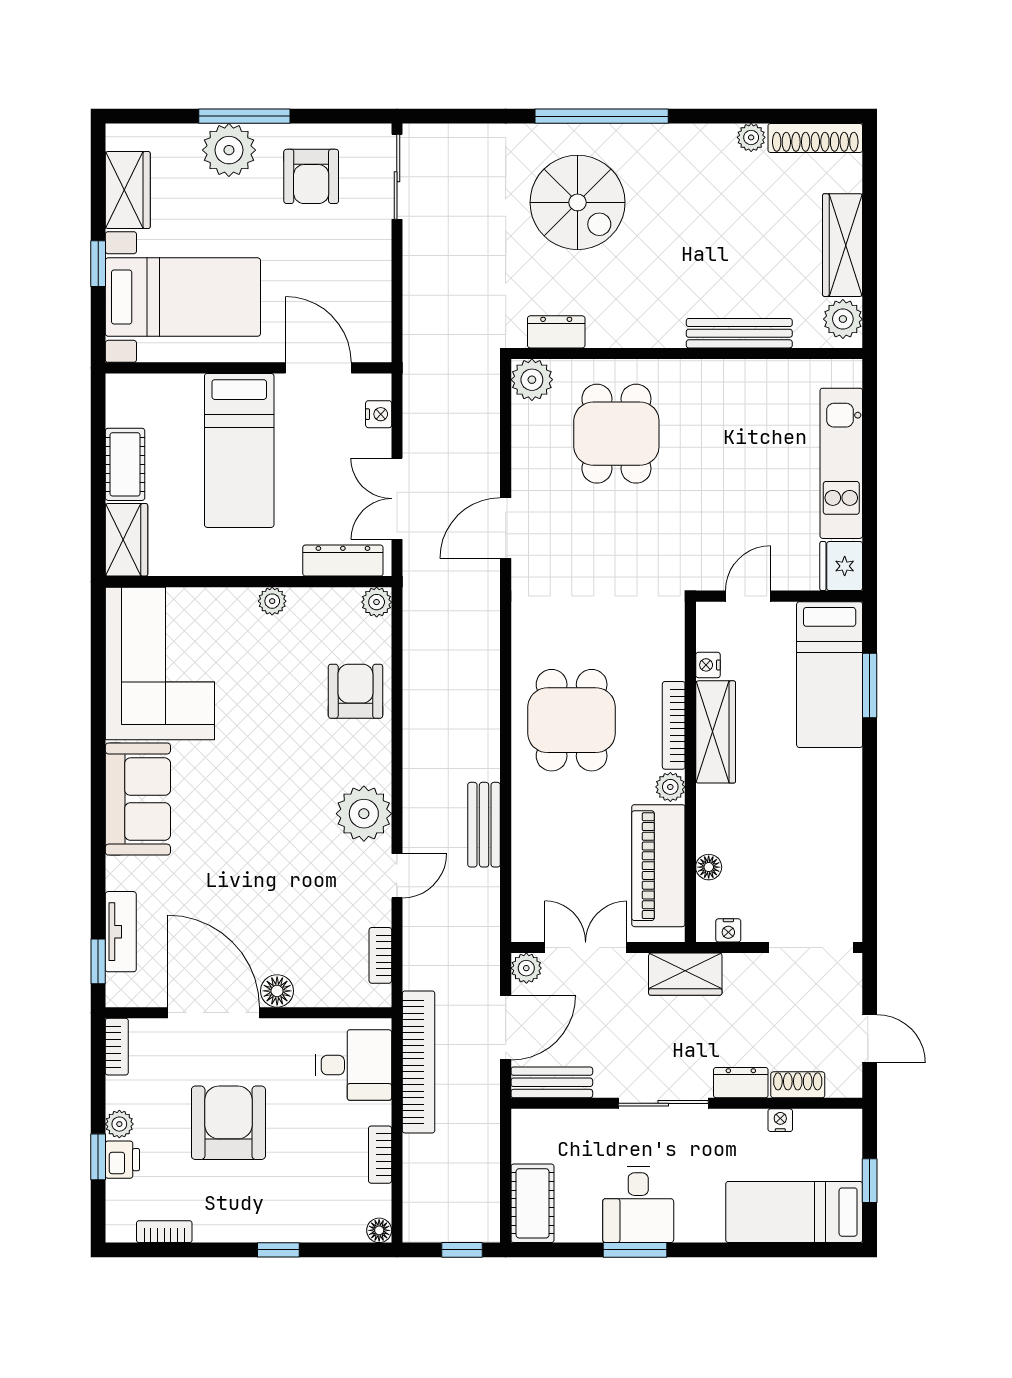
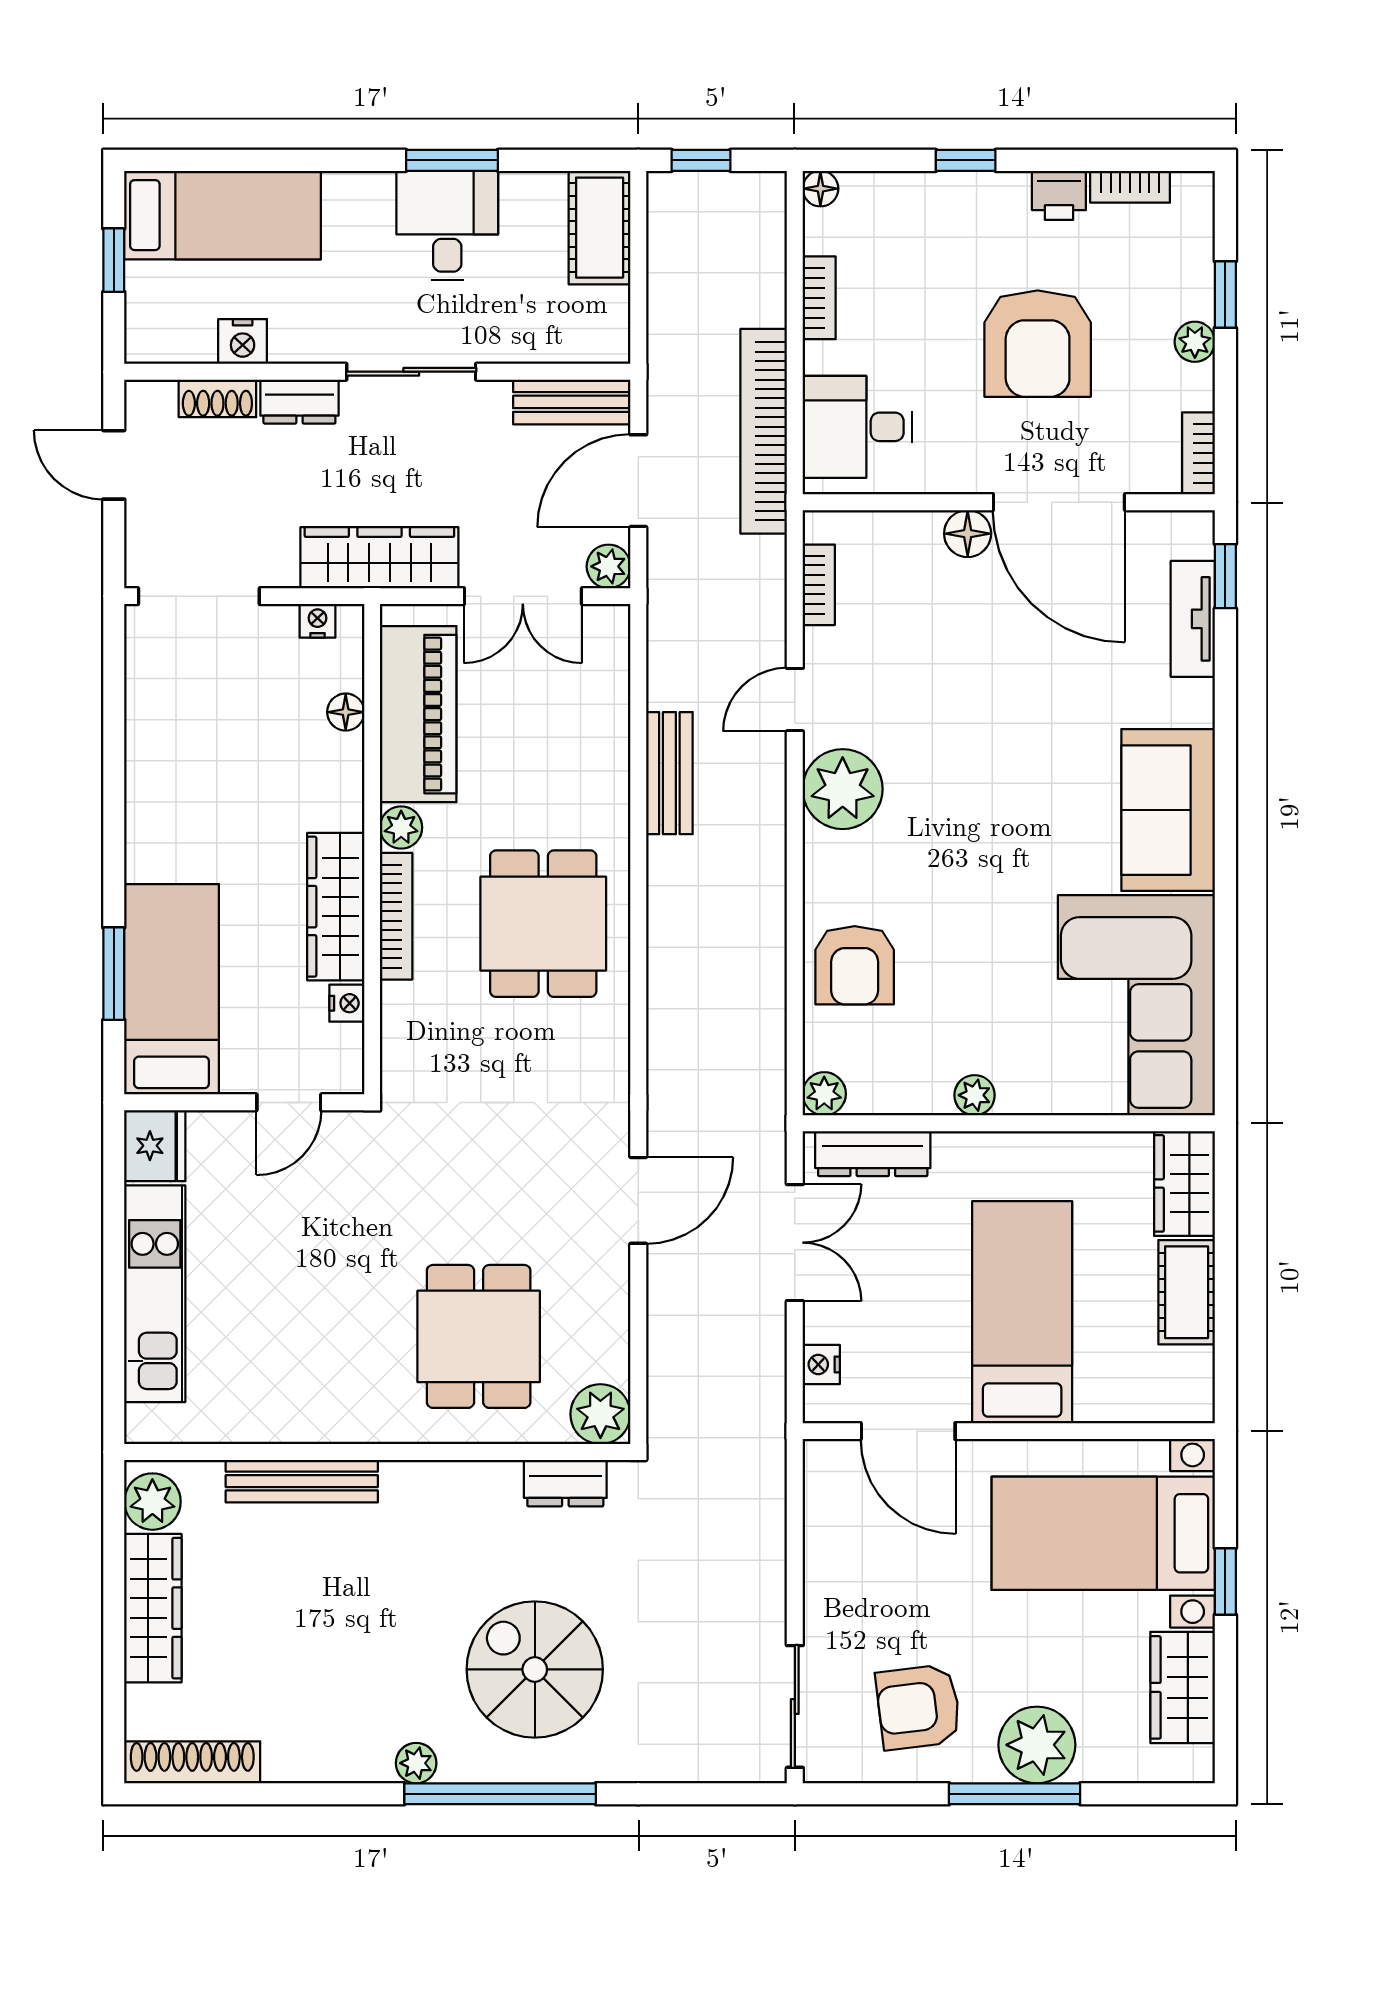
plant: (751, 137) -> (416, 1763), moved
armchair: (311, 176) -> (918, 1707), turned -97
wardrobe: (685, 974) -> (379, 558), width x1.50
nightstand: (780, 1120) -> (243, 341), width x1.39, depth x1.35
printer: (122, 1160) -> (1059, 195), moved, turned -90

